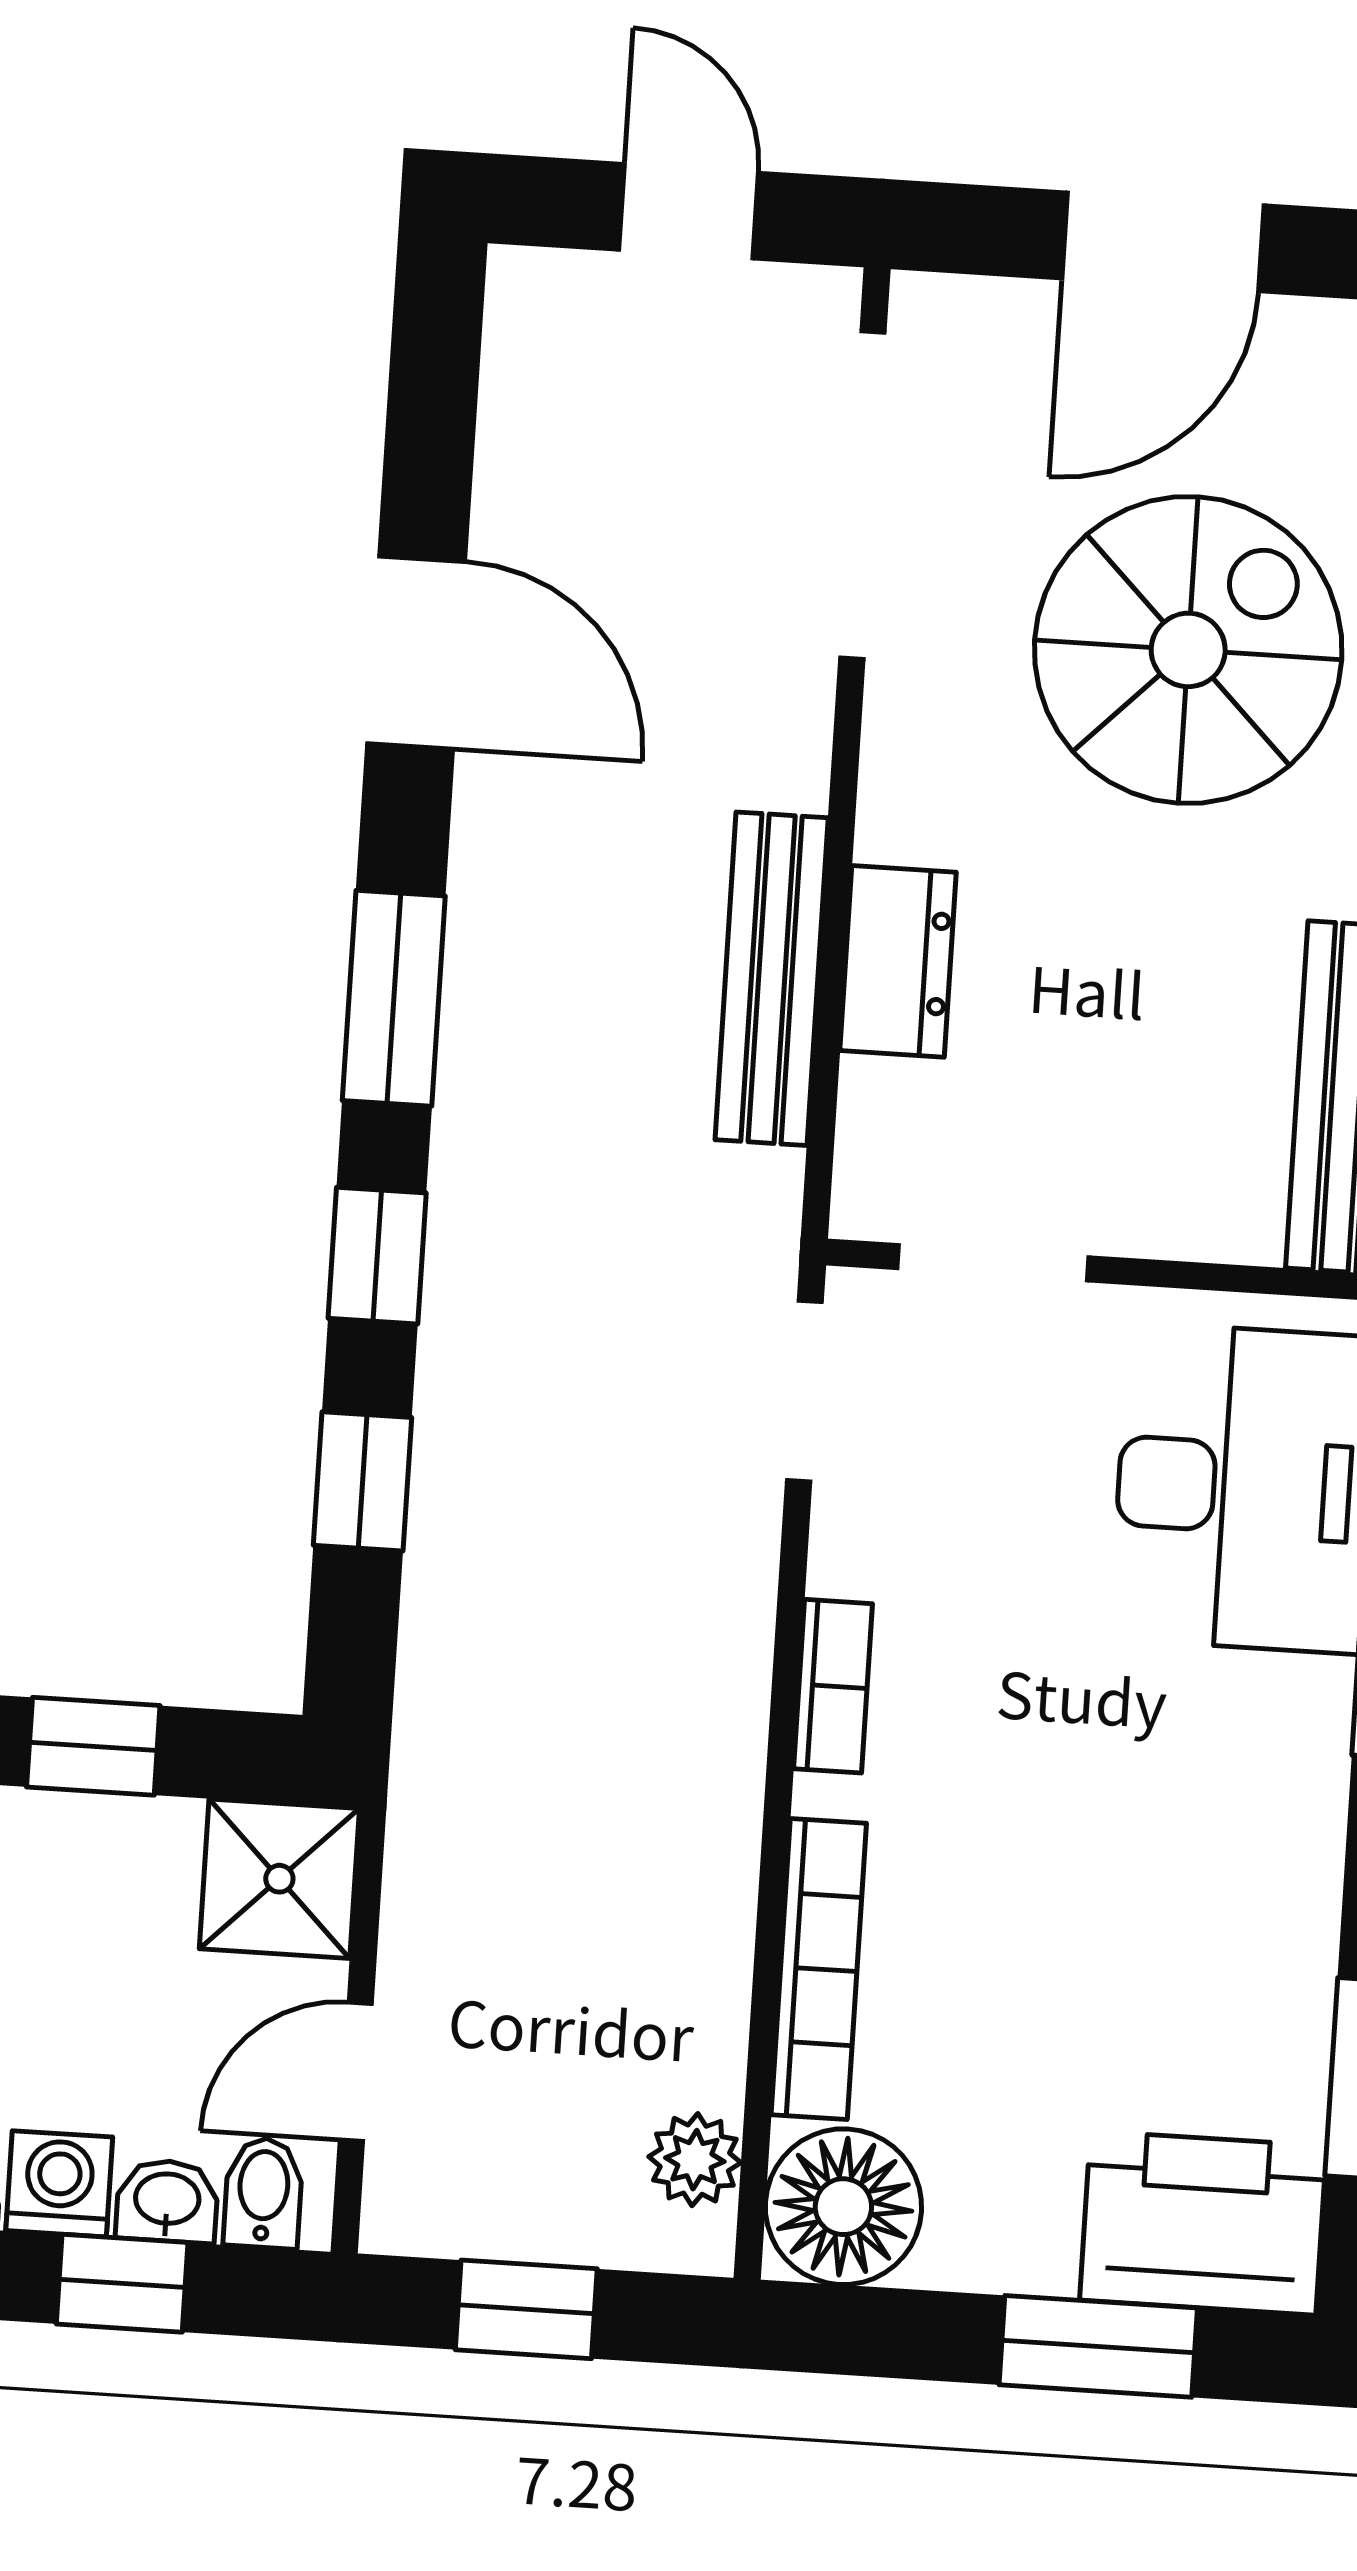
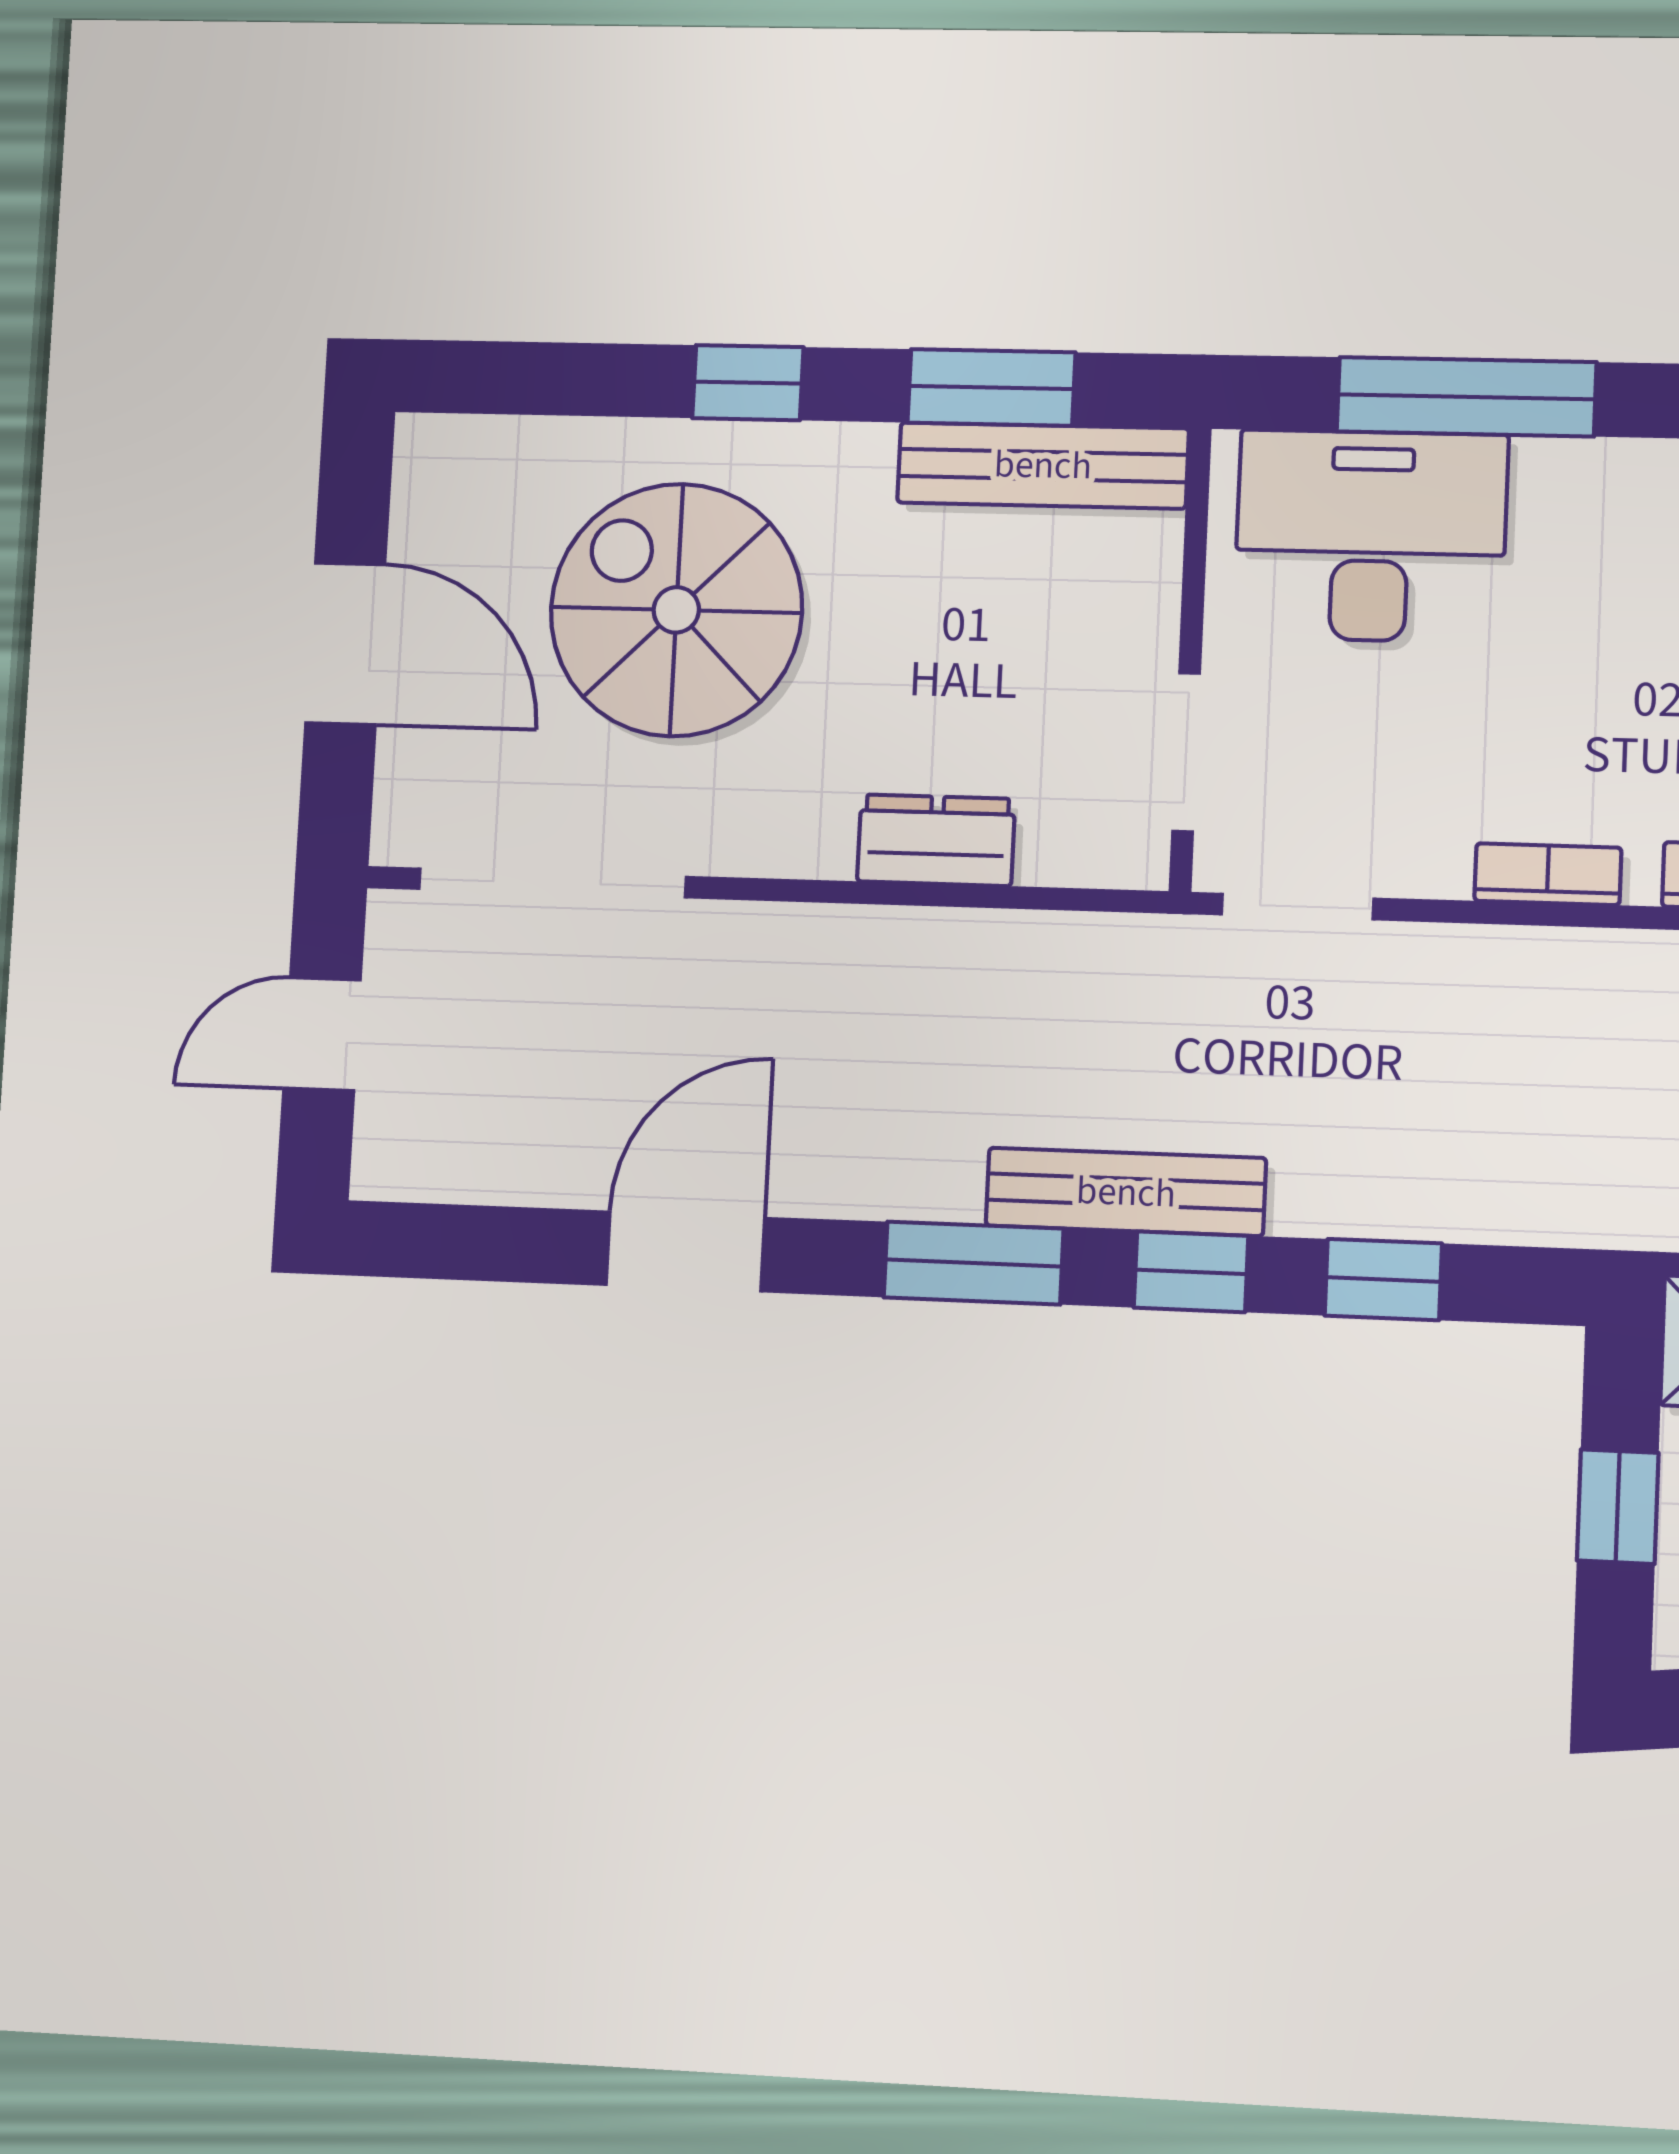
bench: (772, 979) -> (1126, 1192), moved

